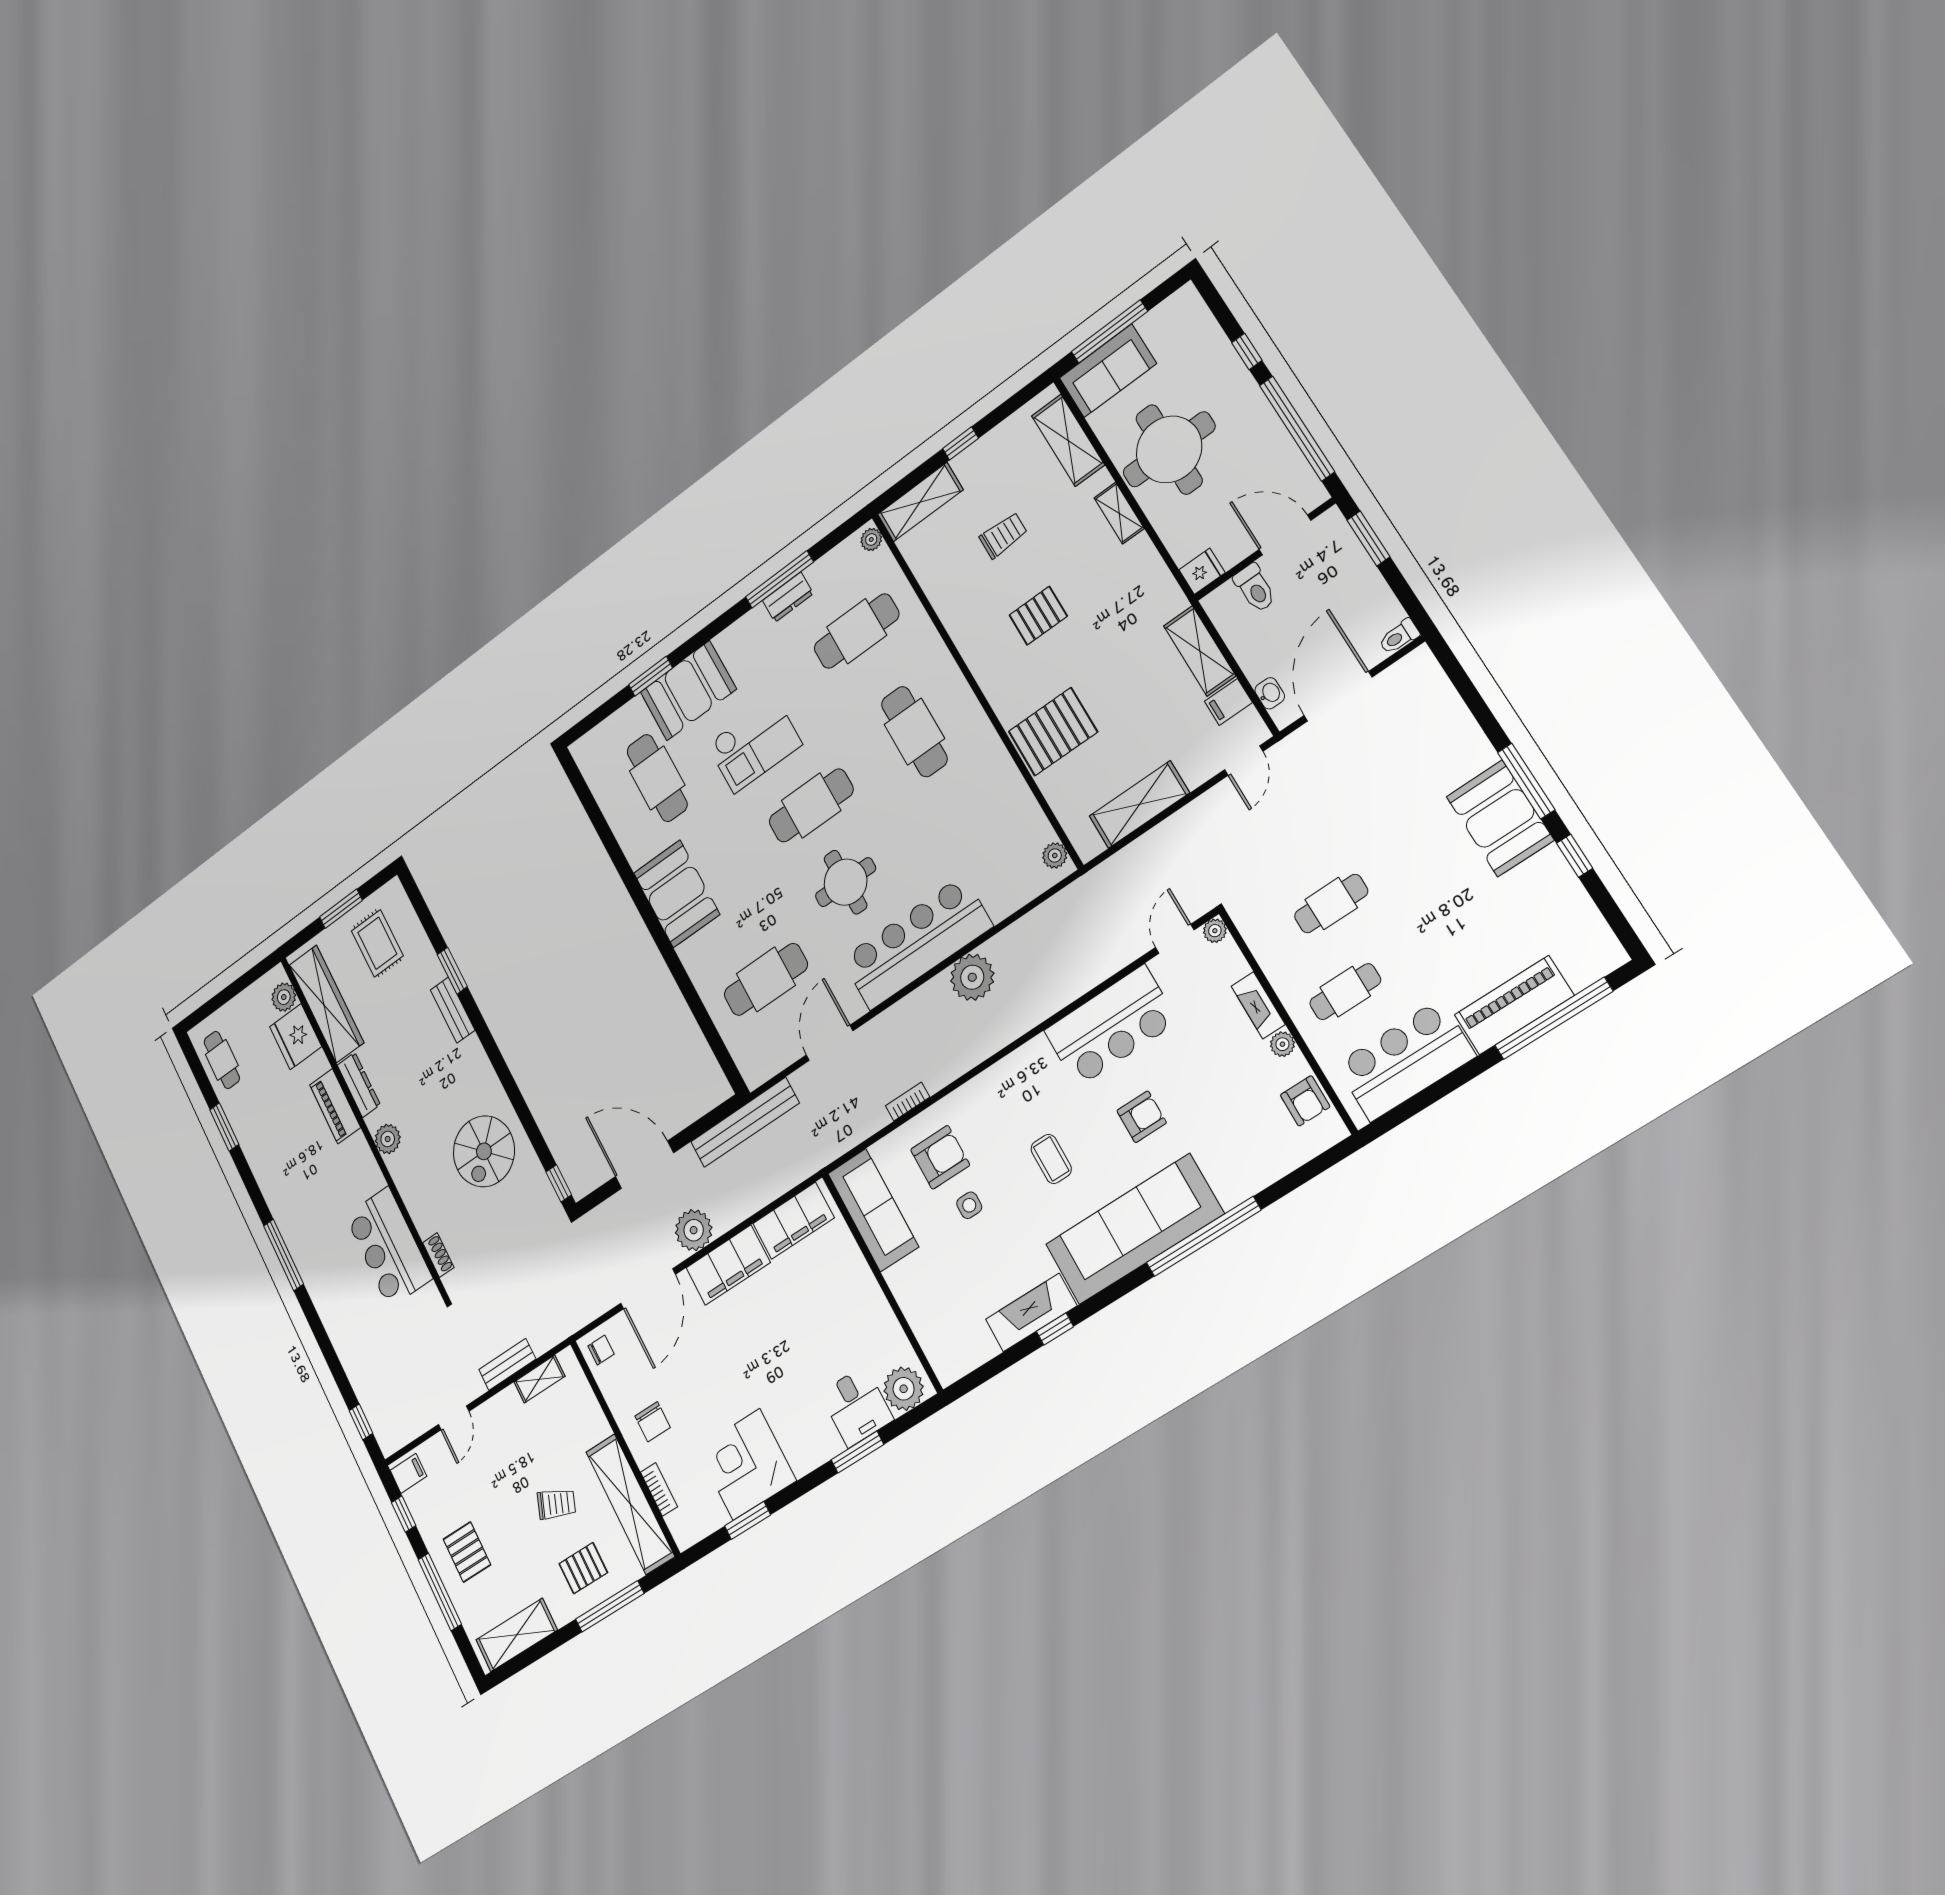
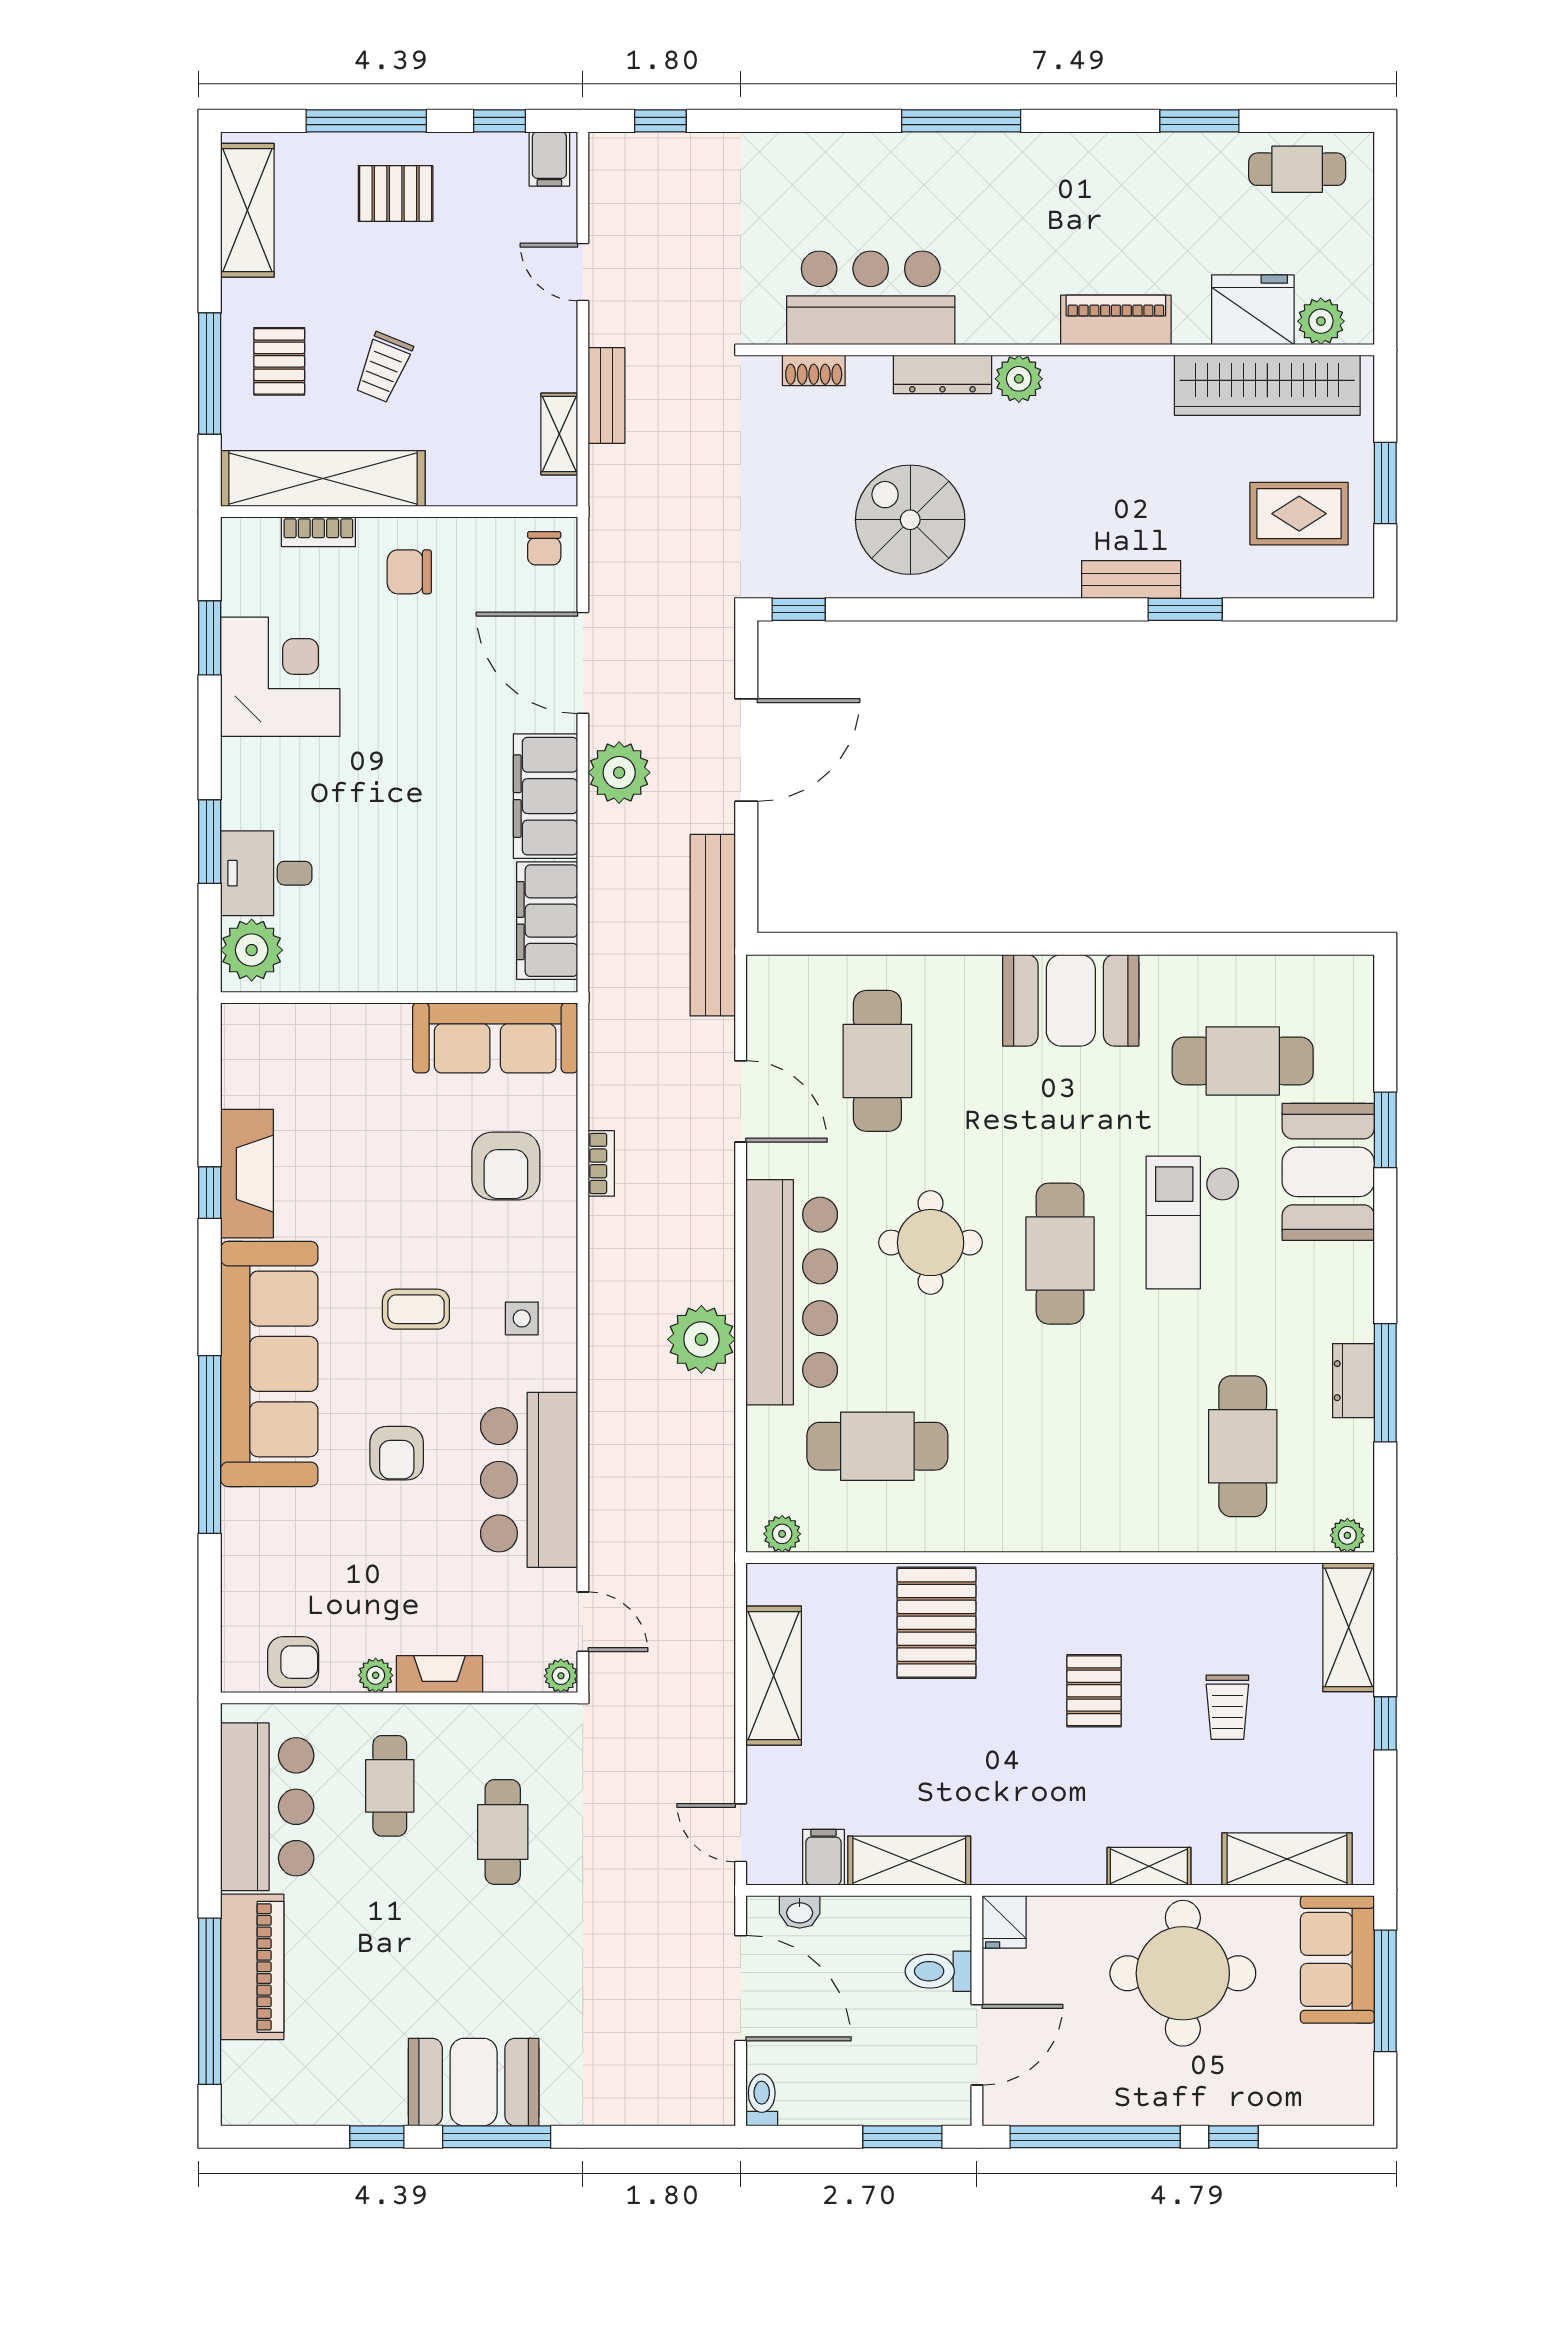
cafe table: (914, 732) -> (877, 1446), moved
dresser: (359, 1085) -> (942, 374), moved
armchair: (1305, 1101) -> (293, 1662), turned 180
side table: (969, 1205) -> (522, 1318), moved

